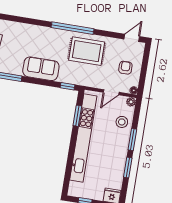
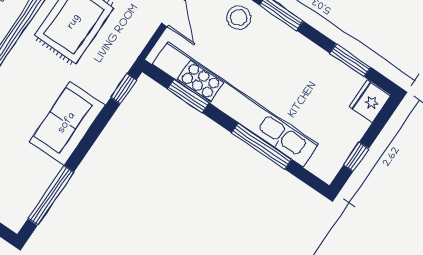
window: (70, 158) -> (261, 146), added
window: (128, 168) -> (350, 60), moved

